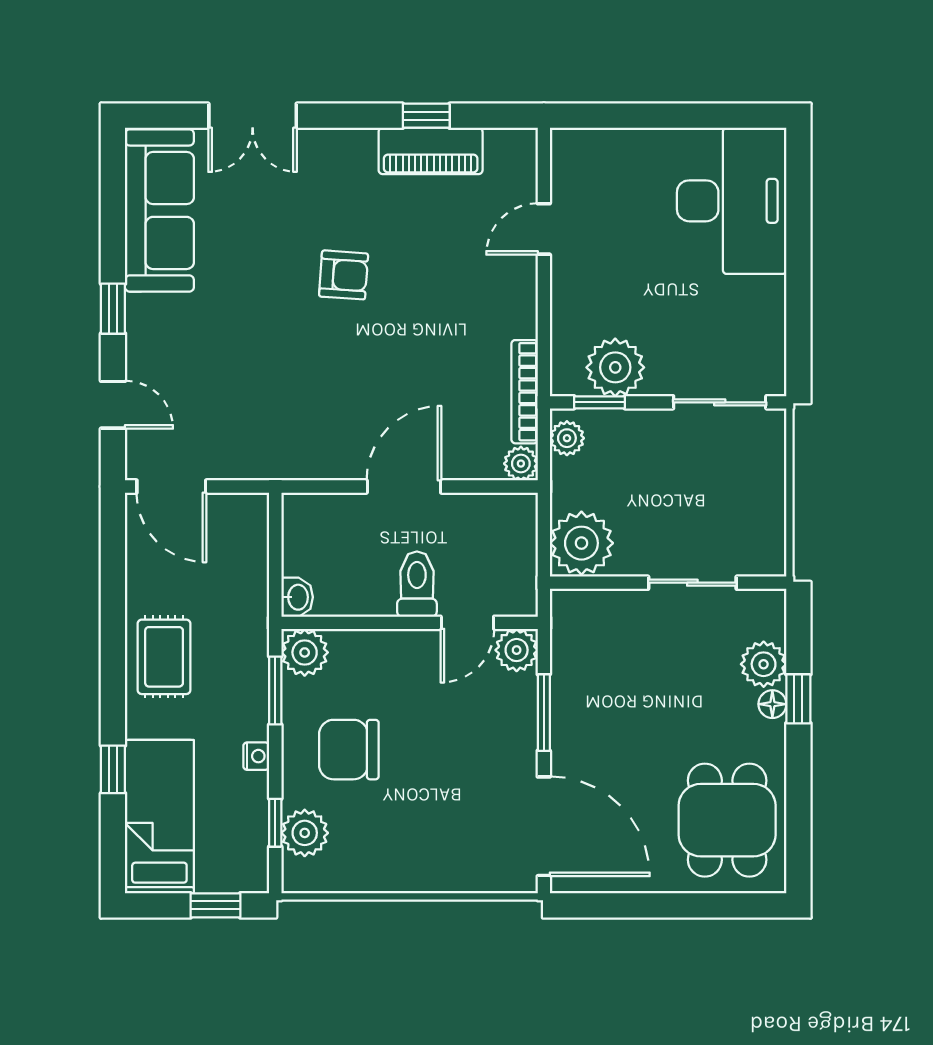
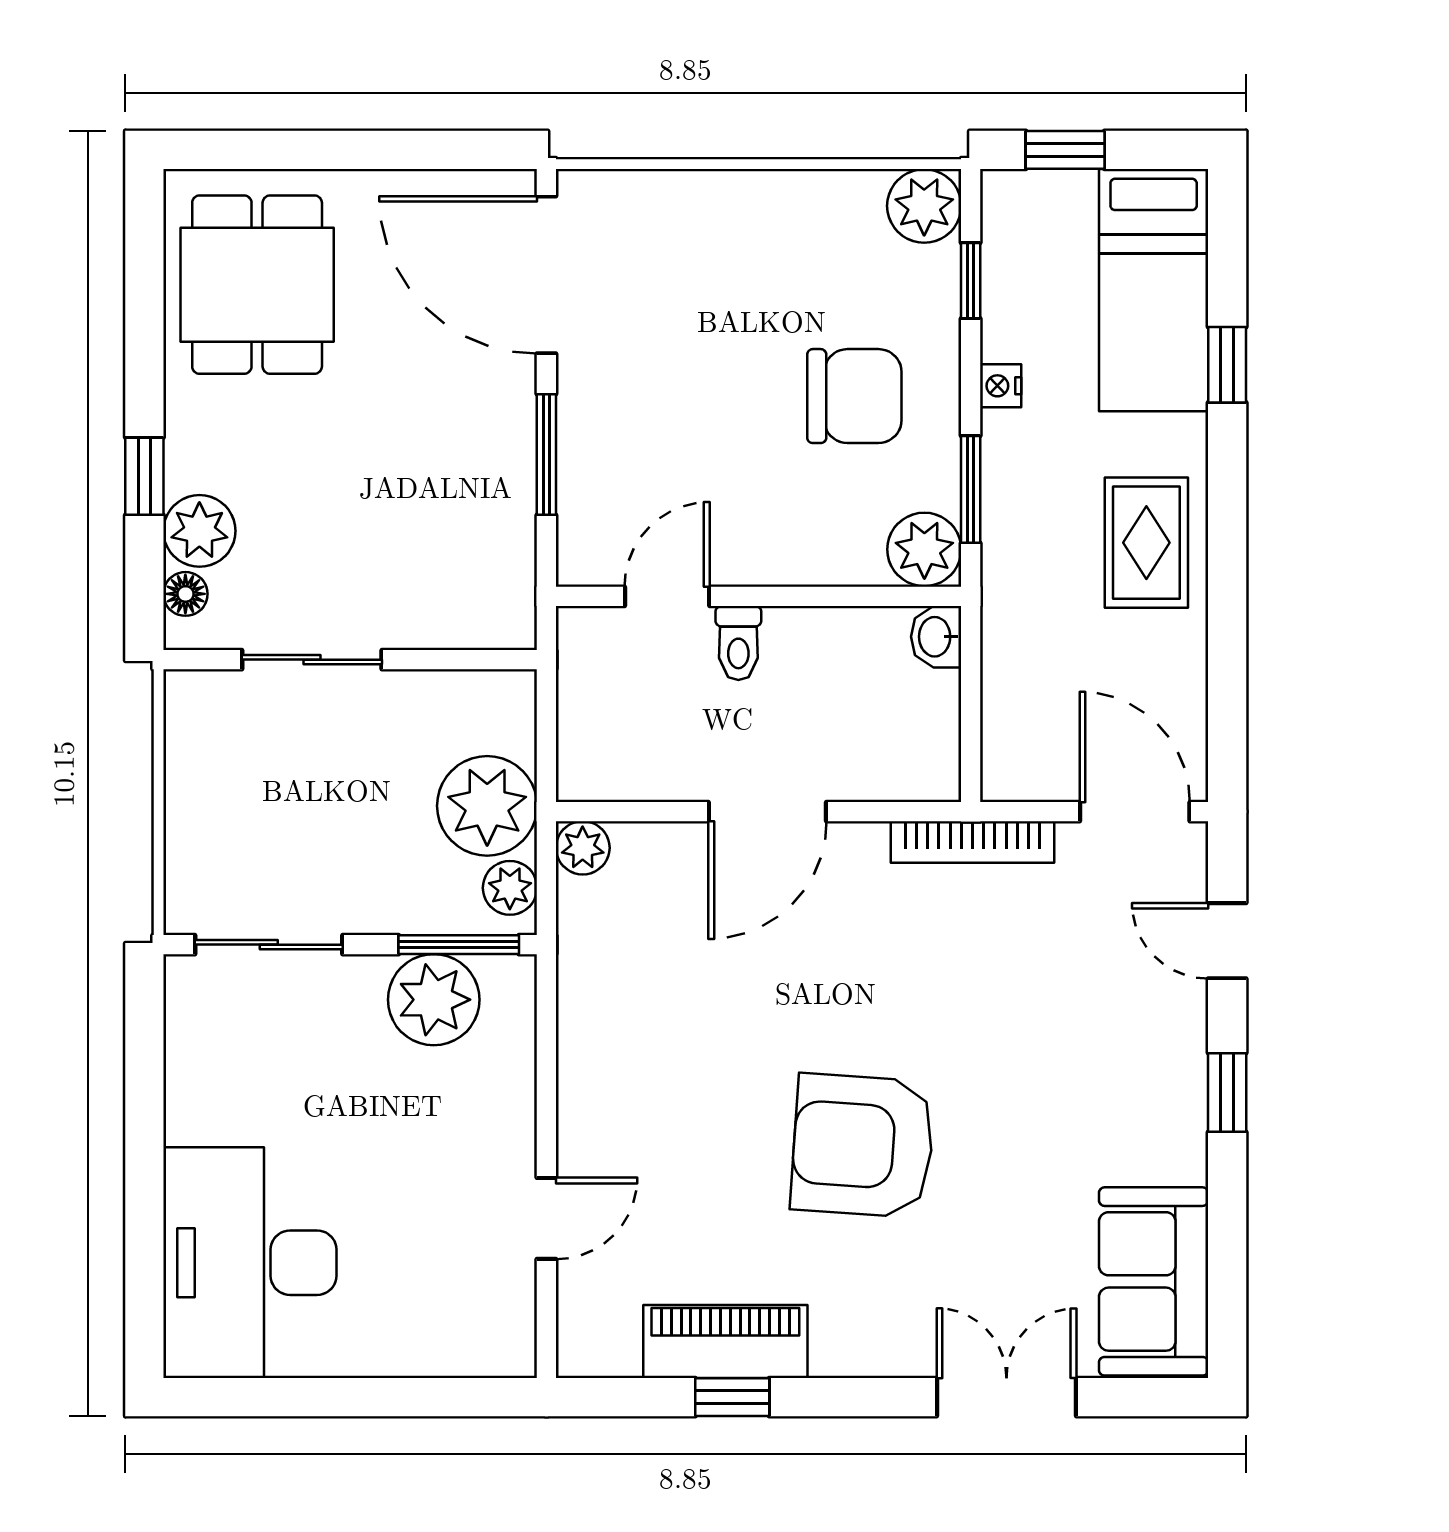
sofa: (159, 210) -> (1154, 1281), width x0.73
armchair: (344, 275) -> (863, 1146), width x1.88, depth x1.88
bookcase: (525, 392) -> (972, 842), moved, turned 90
window: (599, 402) -> (459, 945), width x1.50
plant: (581, 543) -> (487, 806), moved
toilet: (417, 584) -> (738, 643), width x0.73, depth x0.72
plant: (517, 650) -> (590, 553), removed
floor lamp: (772, 704) -> (185, 594), moved
plant: (305, 833) -> (924, 206), moved

